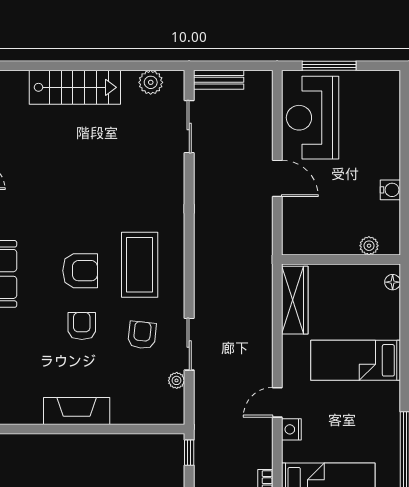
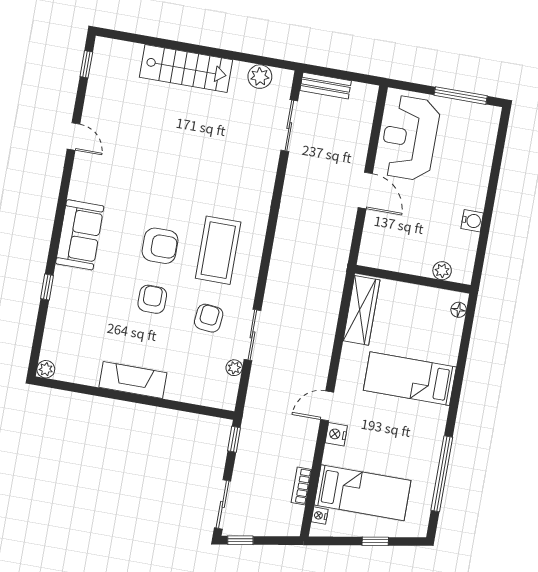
window: (329, 66) -> (461, 96), moved

